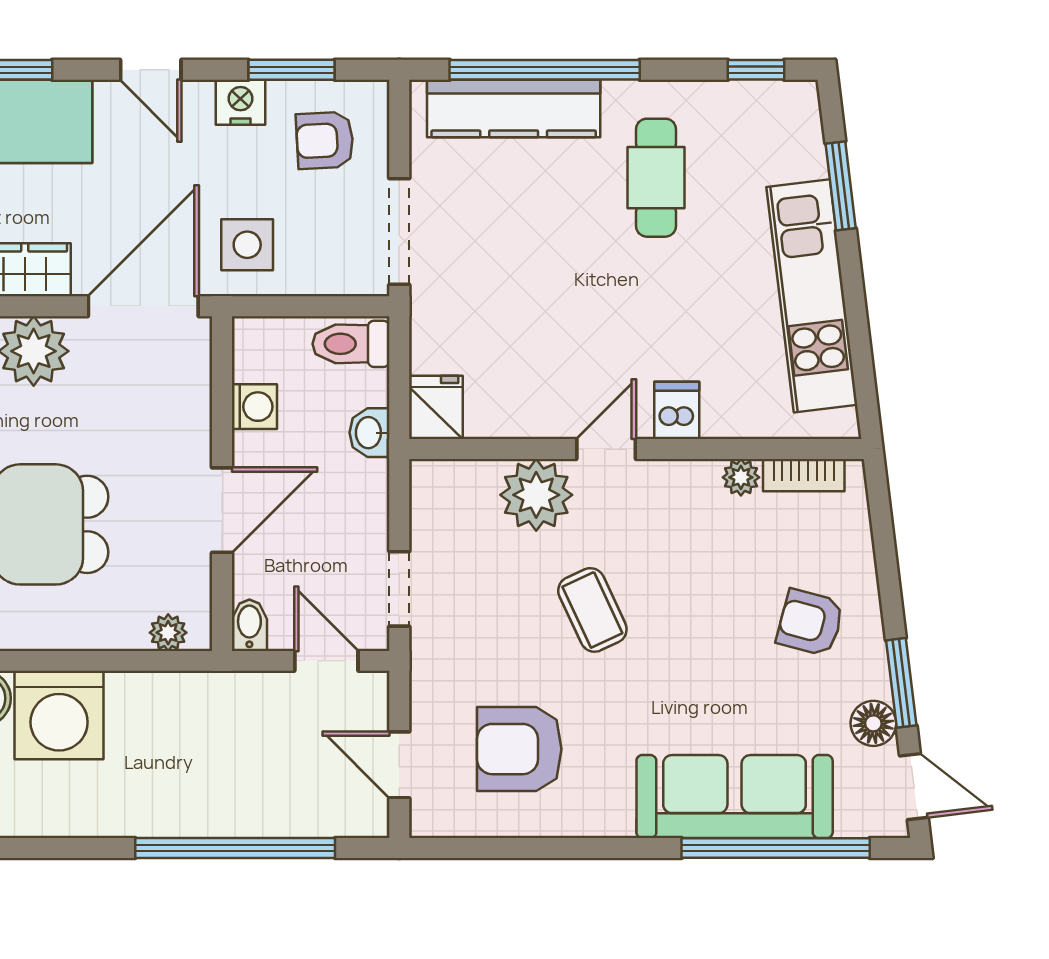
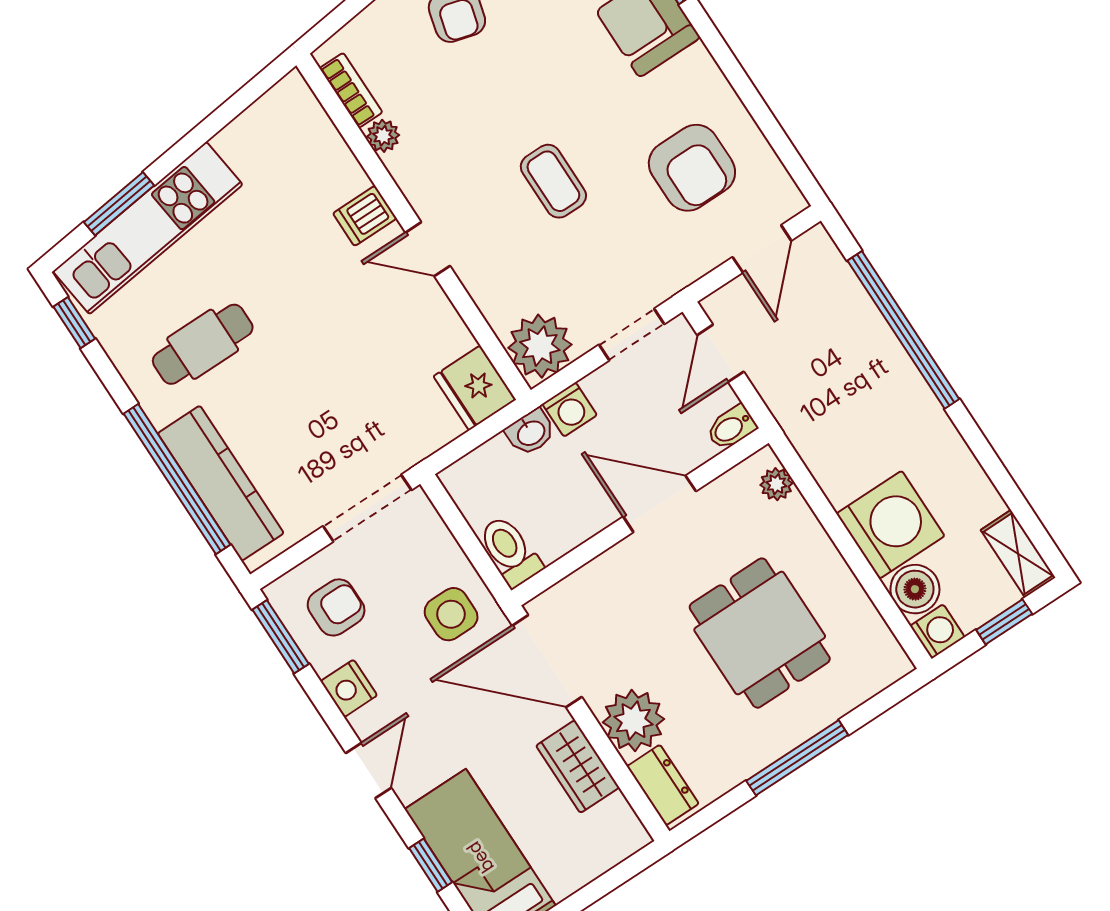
window: (292, 70) -> (281, 637), moved
armchair: (325, 140) -> (336, 607), turned -87
kitchen unit: (812, 296) -> (148, 228), moved
toilet: (351, 344) -> (510, 551), moved, turned 180
washing machine: (254, 407) -> (570, 409), moved, turned 180
fridge: (436, 407) -> (475, 388), width x1.38
plant: (536, 495) -> (540, 346), moved
coffee table: (592, 610) -> (553, 181), turned -65

